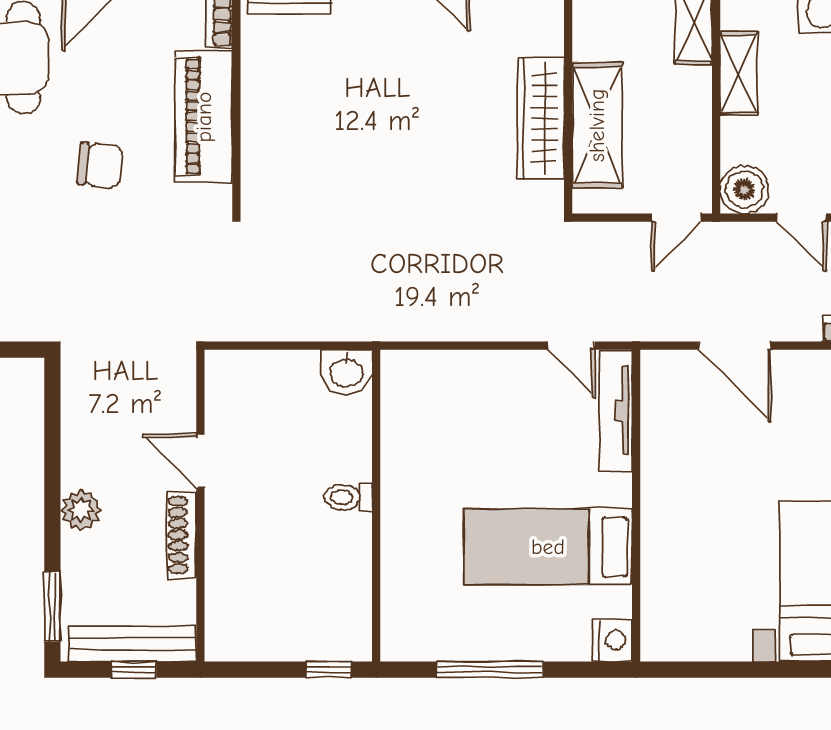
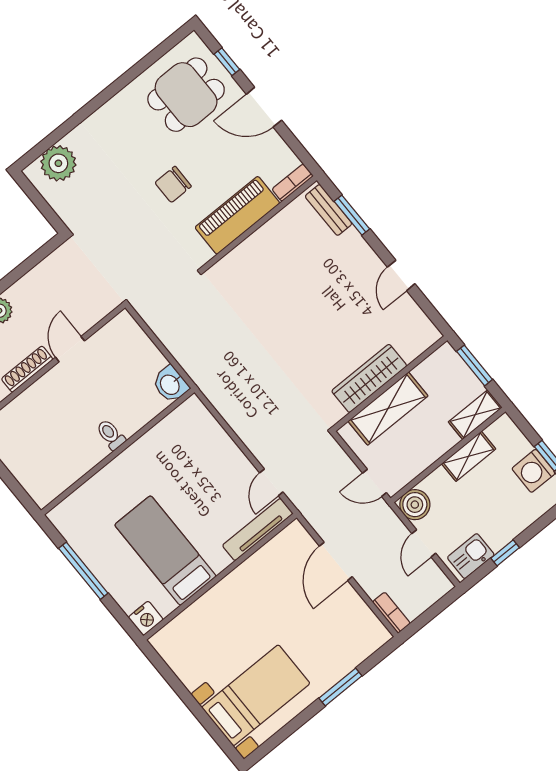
chair: (100, 165) -> (173, 184), turned 84
window: (329, 670) -> (20, 493), removed

